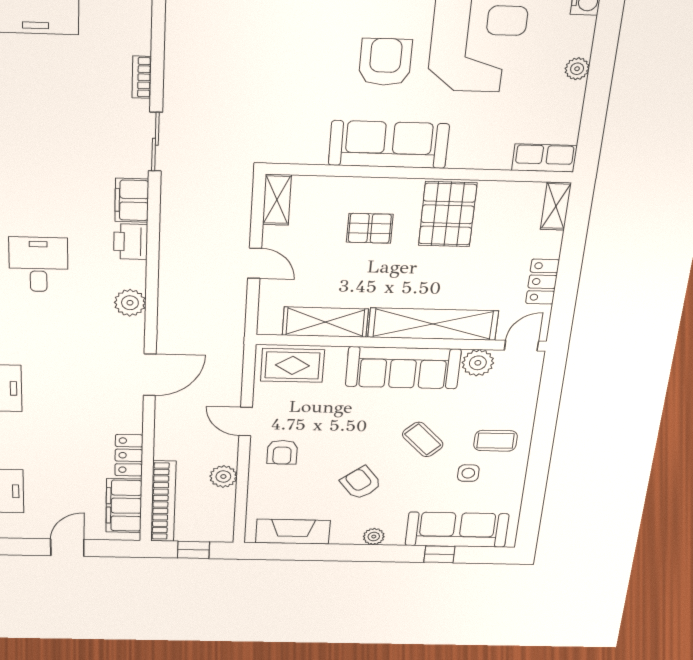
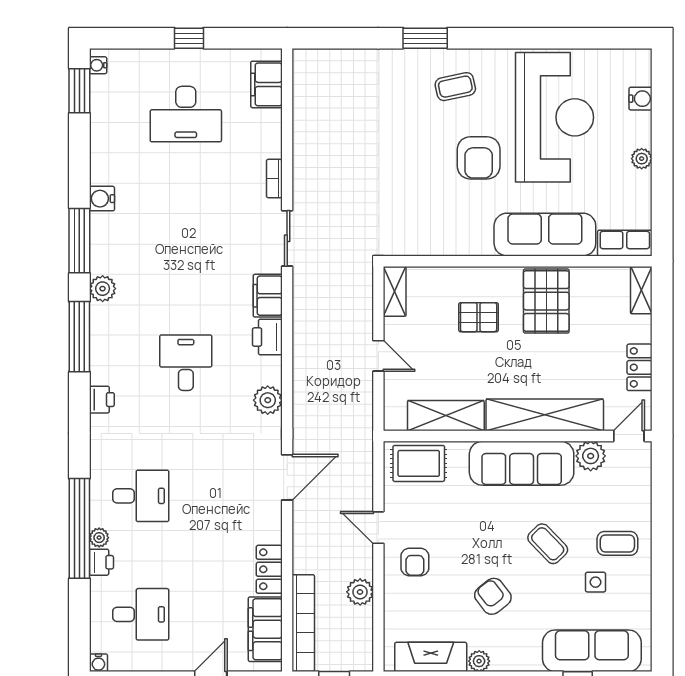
armchair: (385, 62) -> (479, 158), turned 180
sofa: (389, 145) -> (545, 235), moved
plant: (374, 537) -> (479, 661), moved

